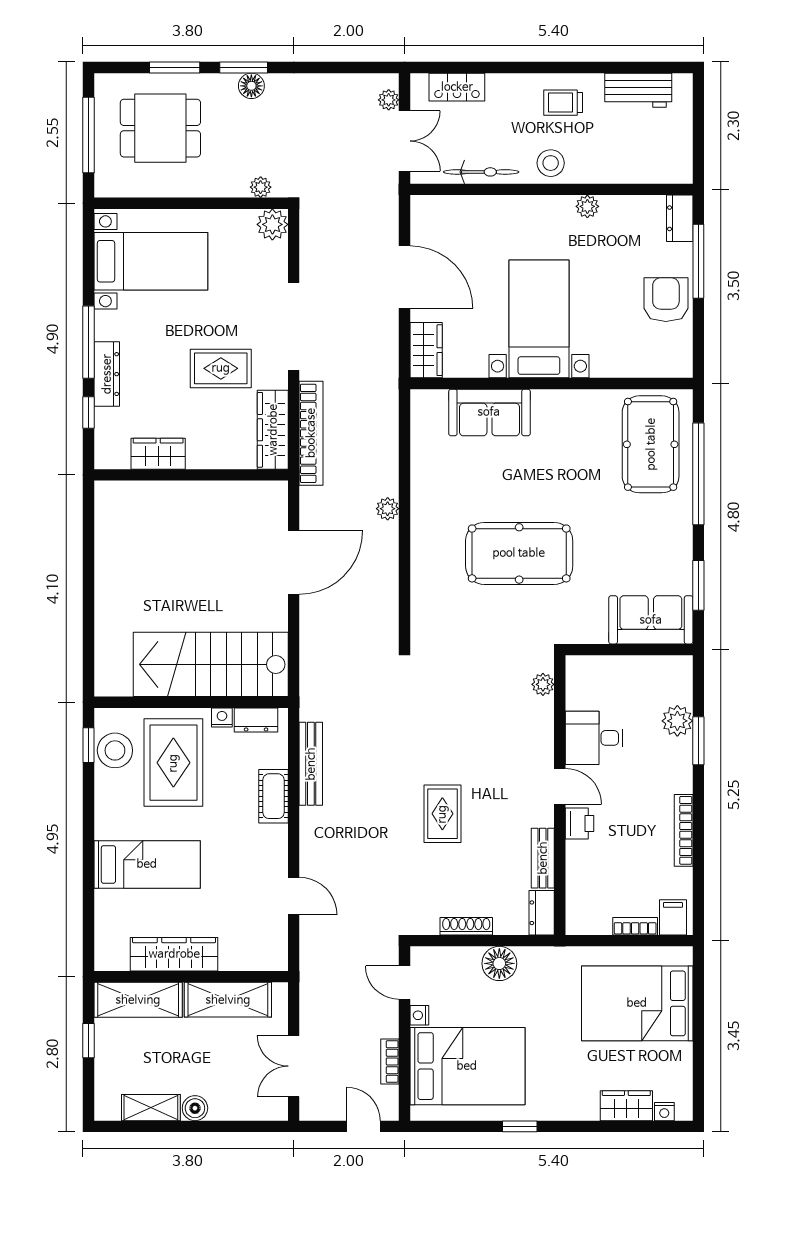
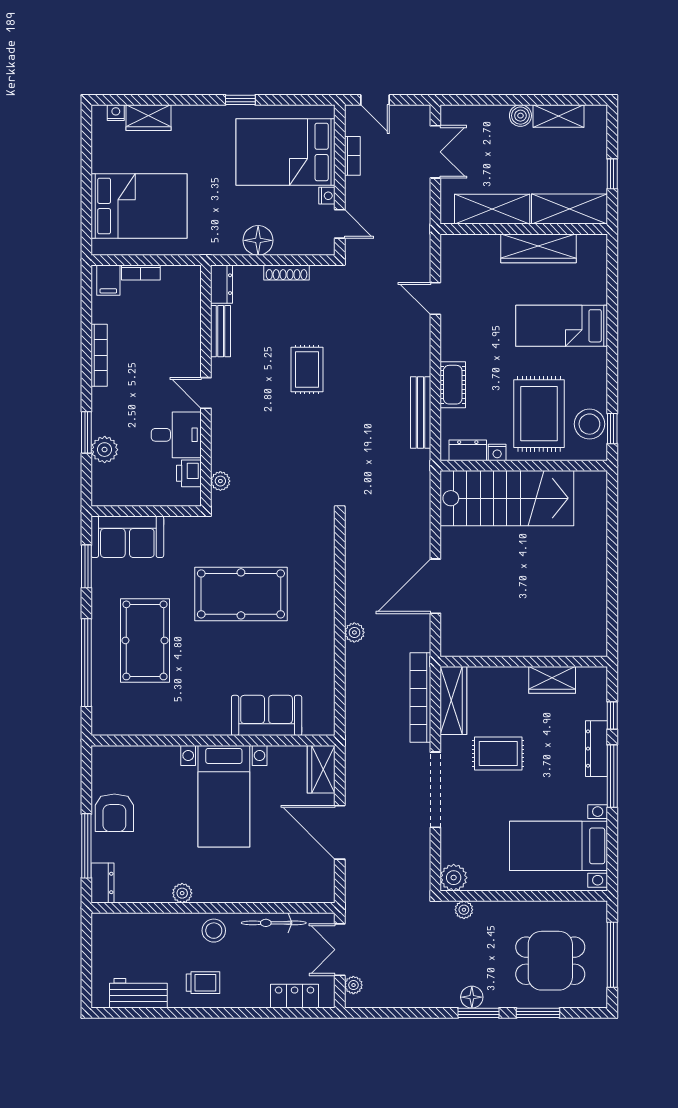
pool table: (651, 444) -> (145, 640), moved
printer: (580, 823) -> (189, 473), moved

